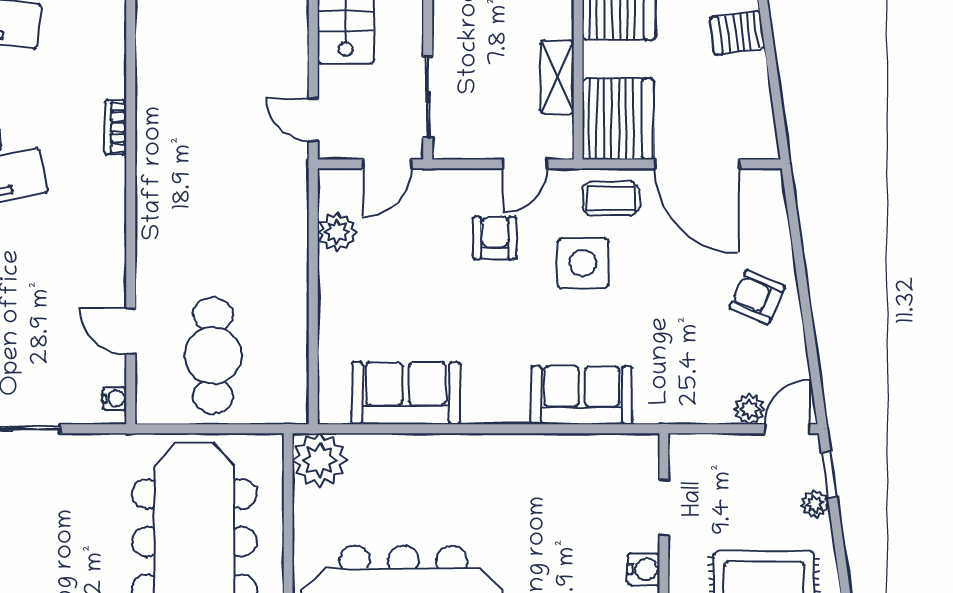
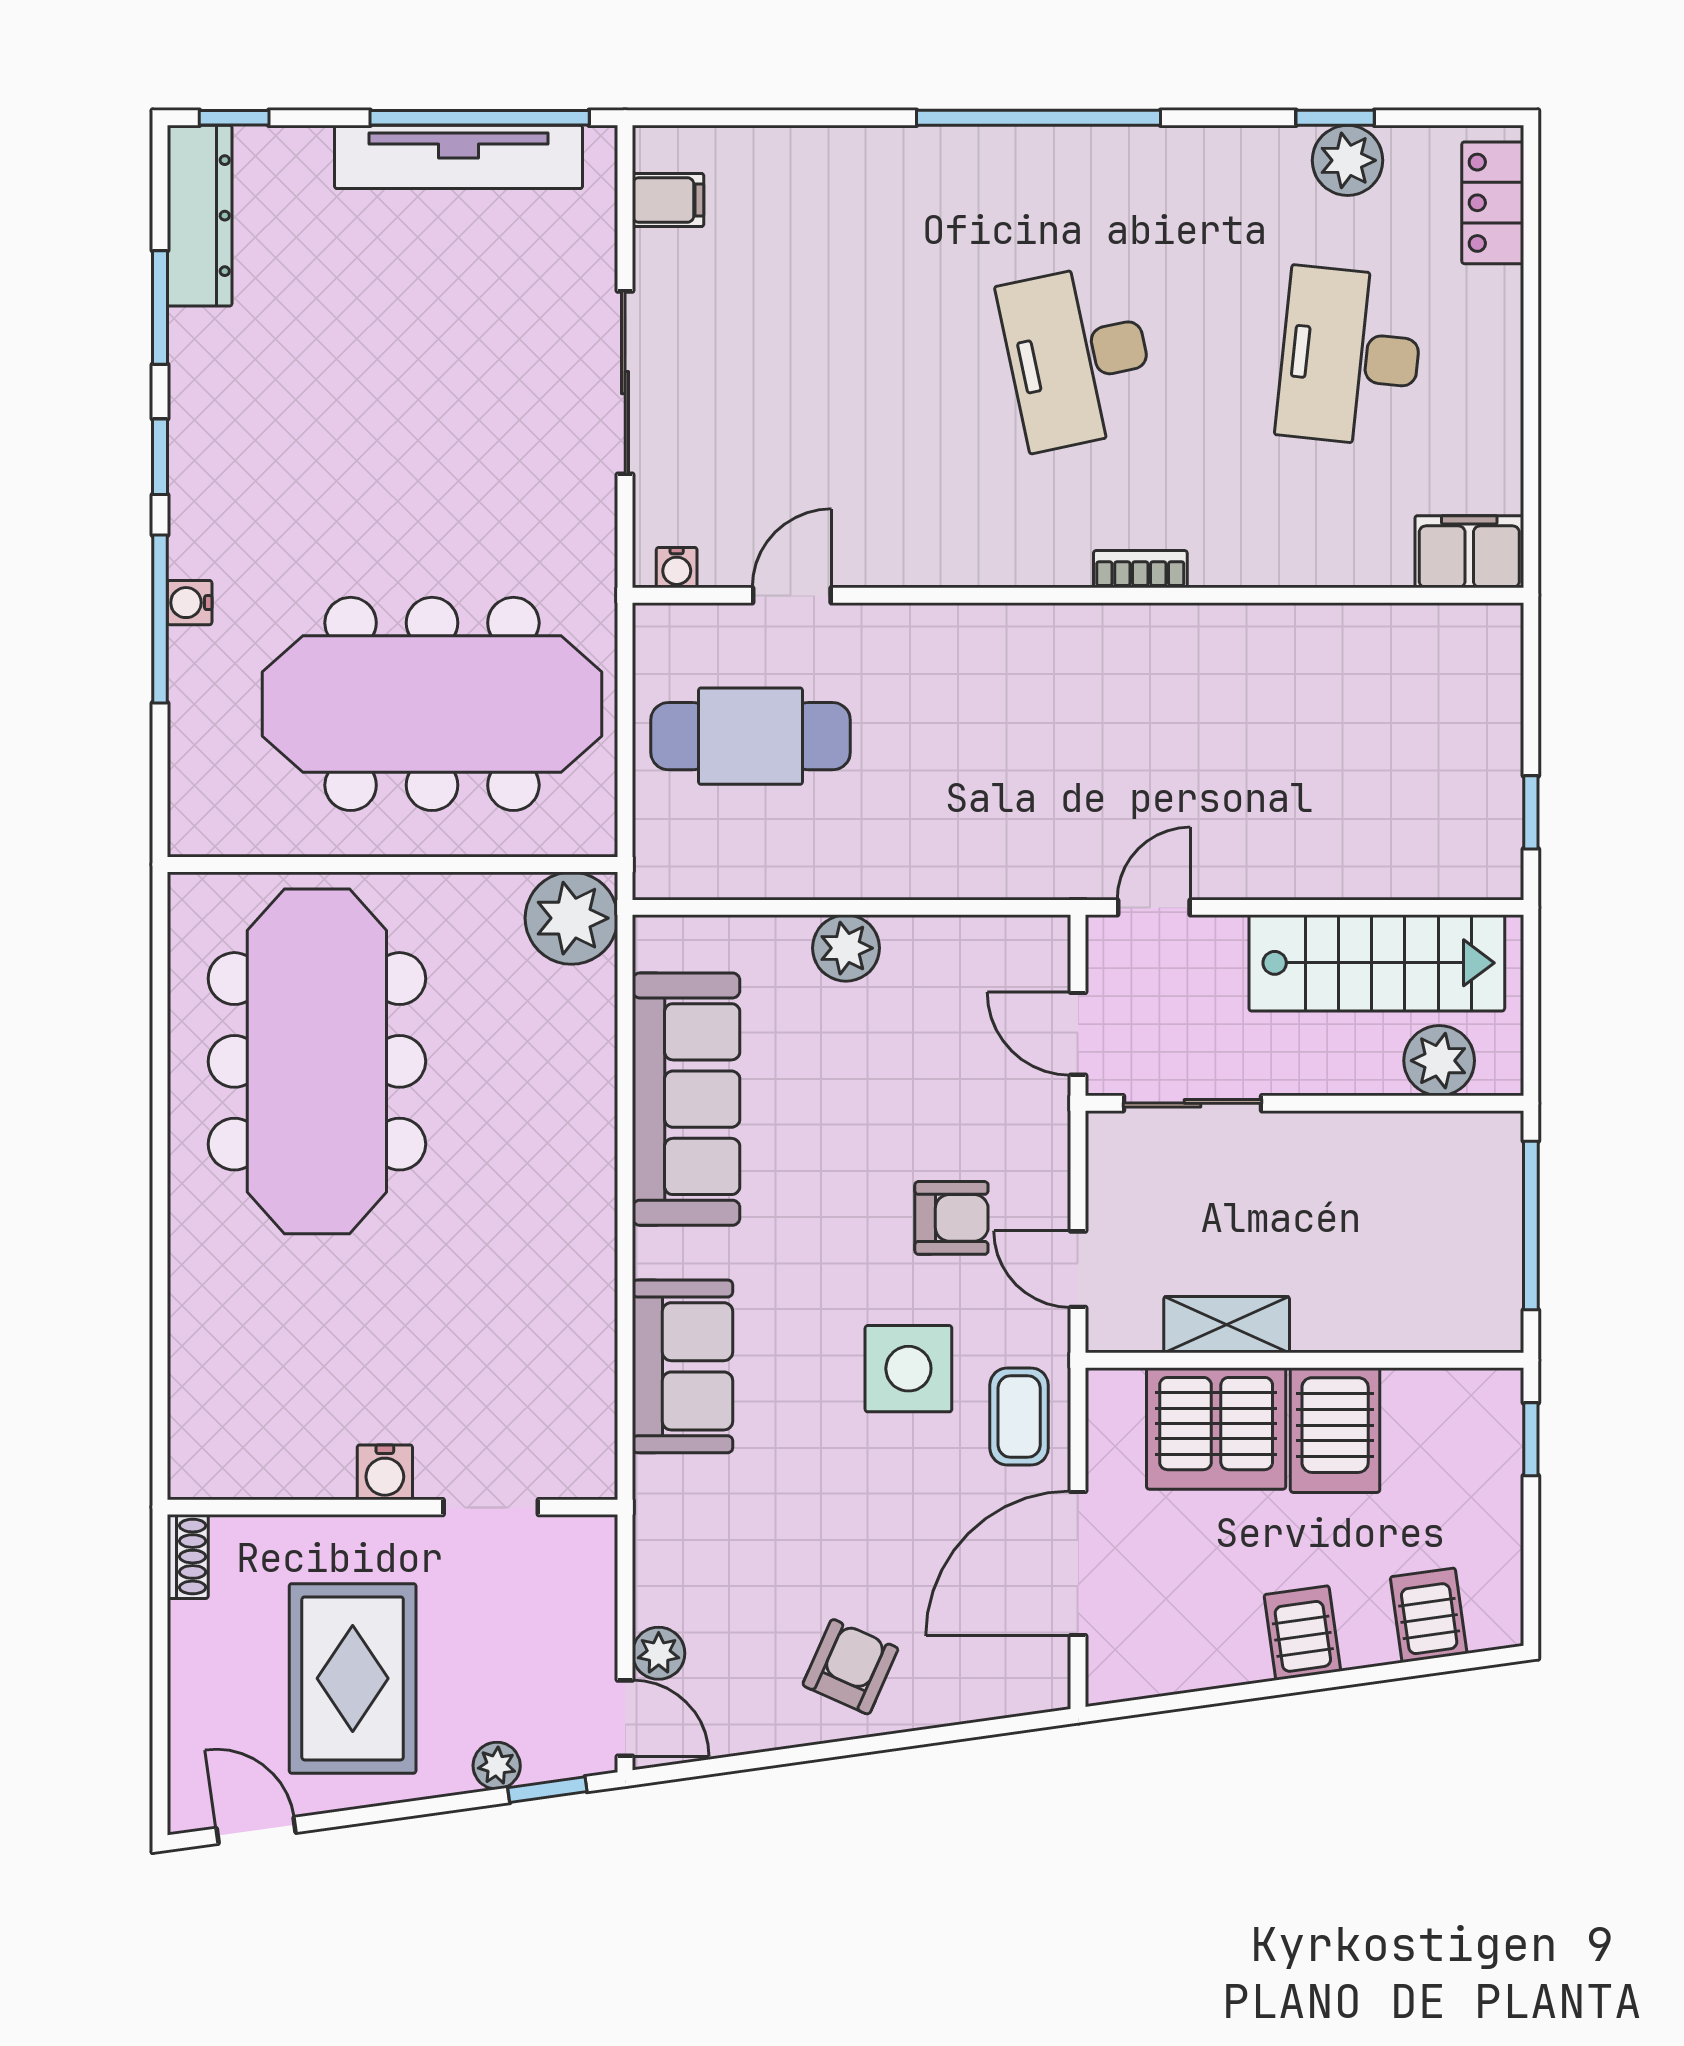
server rack: (618, 119) -> (1216, 1428), moved
plant: (337, 232) -> (846, 948), moved
sofa: (406, 393) -> (686, 1099), width x1.36

